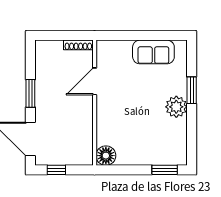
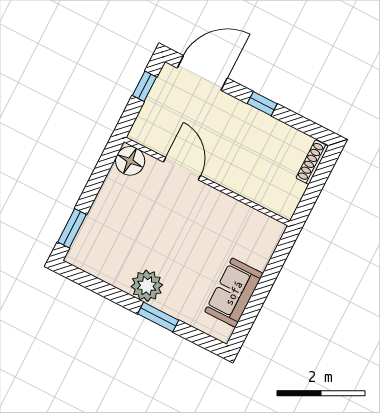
shoe rack: (78, 45) -> (312, 162), moved
door: (95, 81) -> (182, 169), moved
window: (30, 93) -> (262, 104), width x0.67

